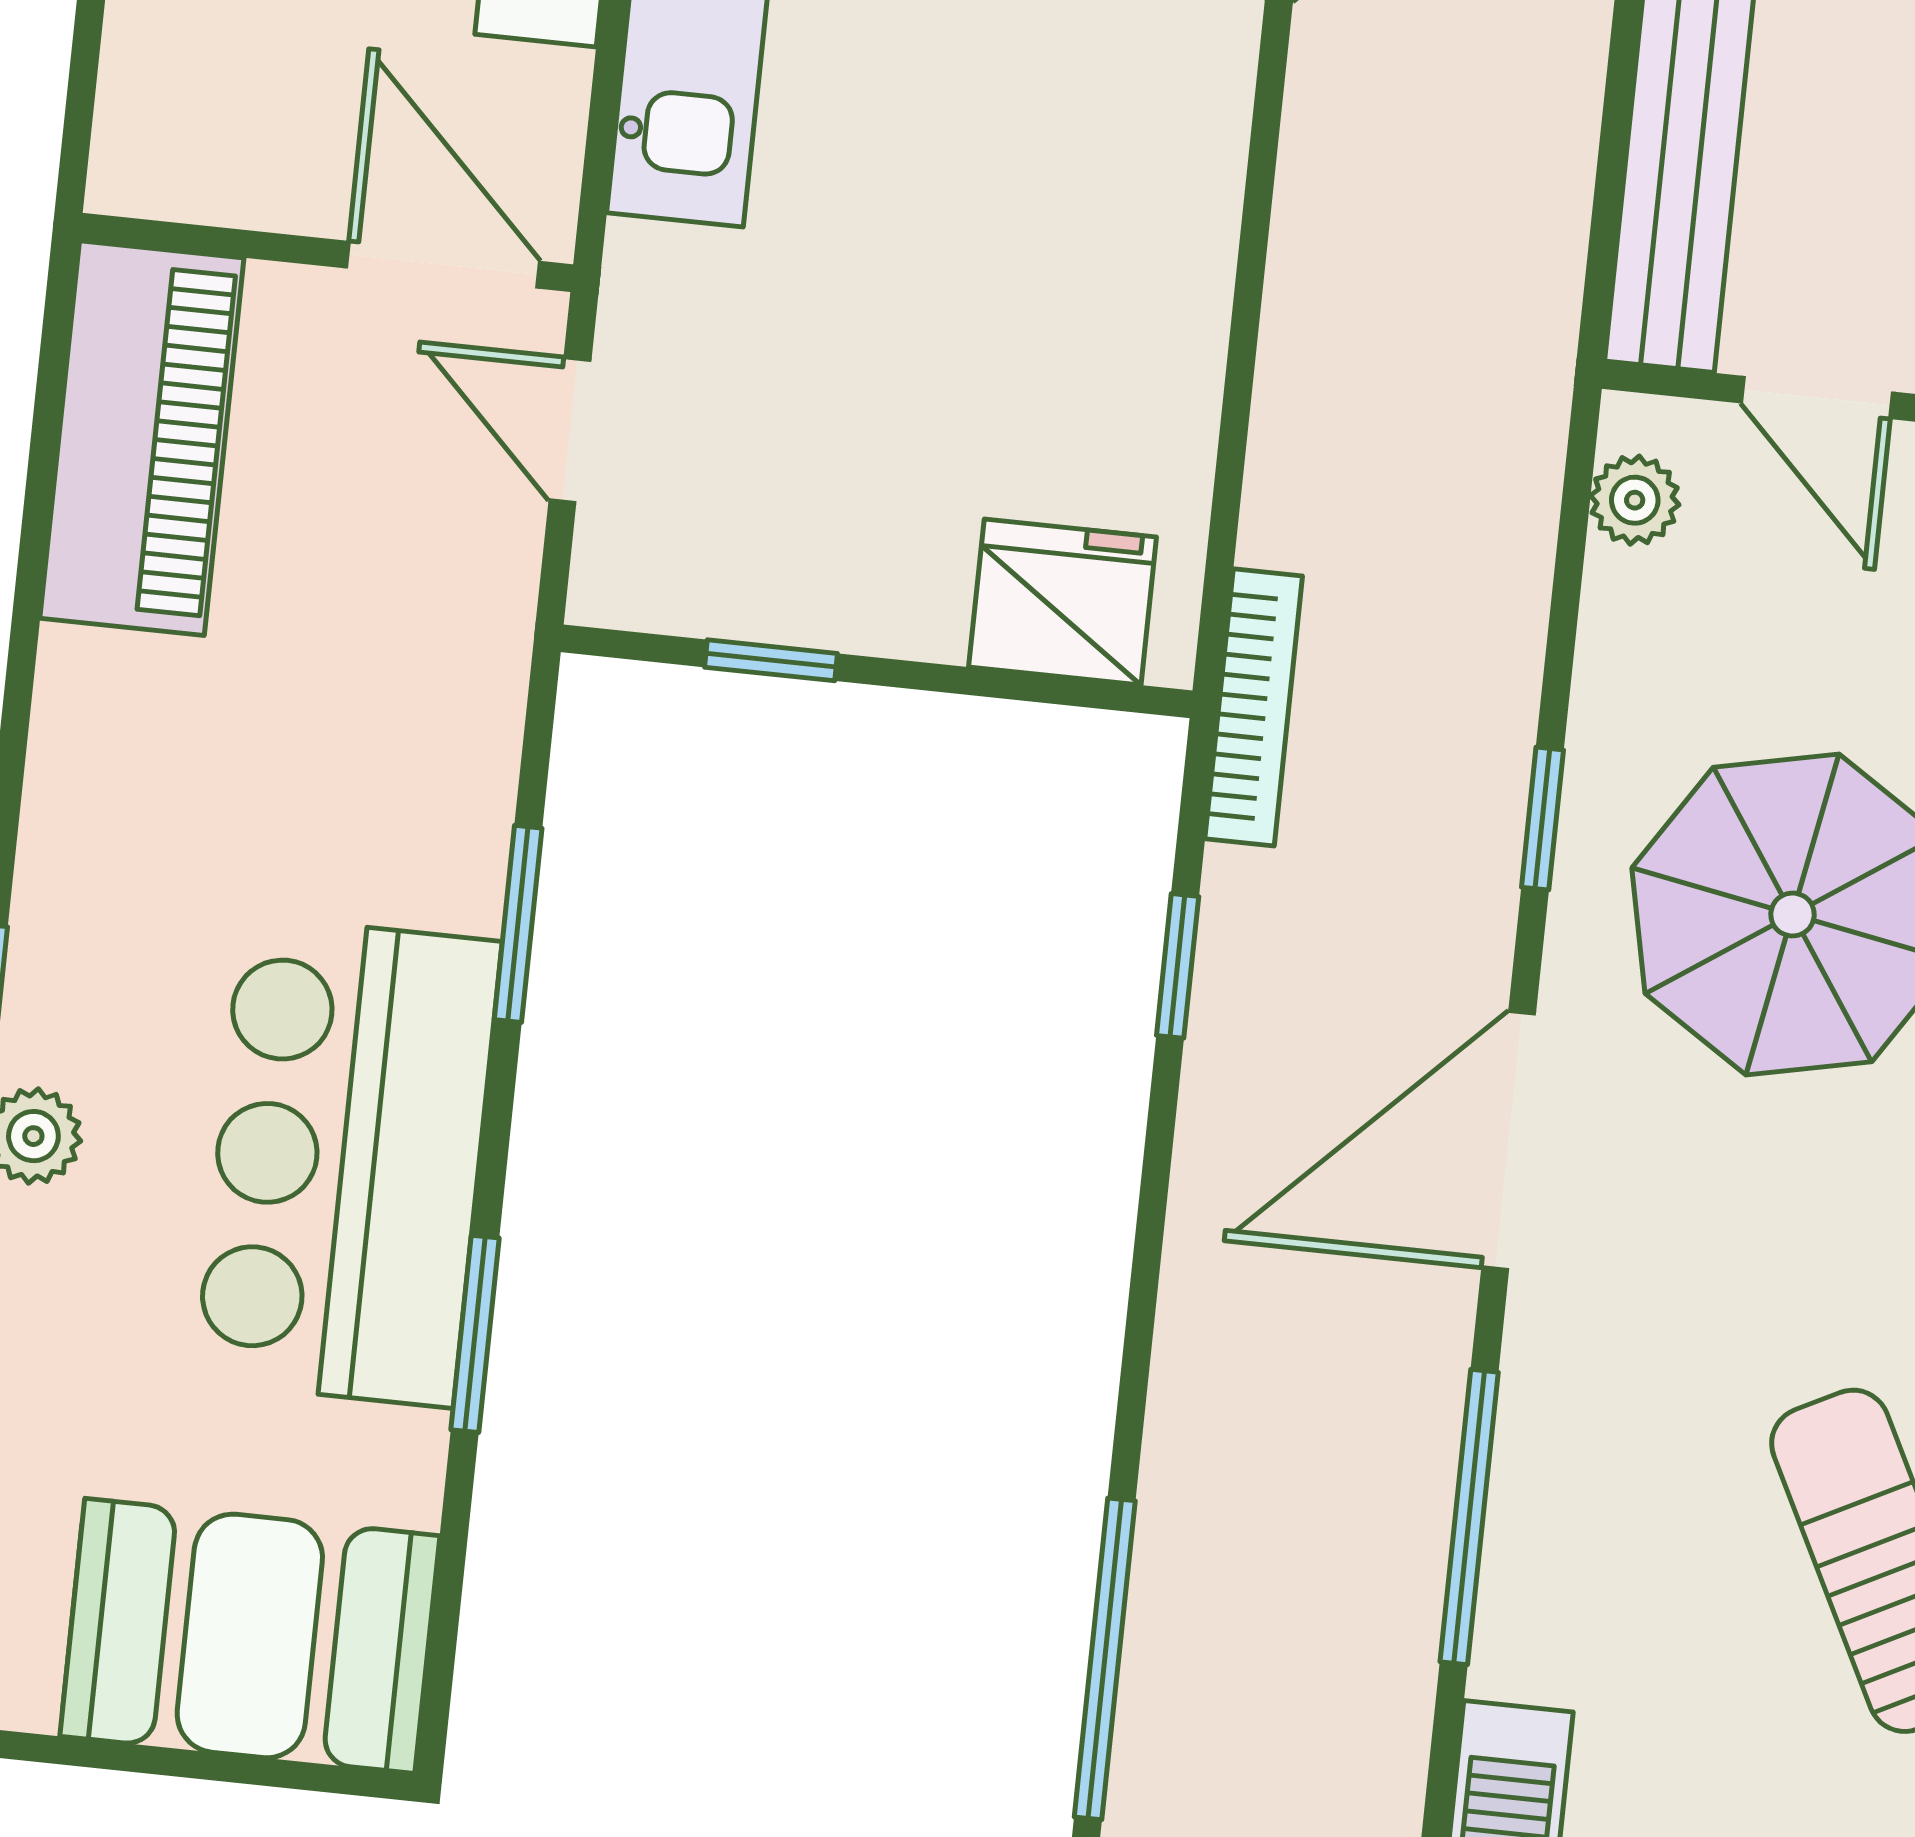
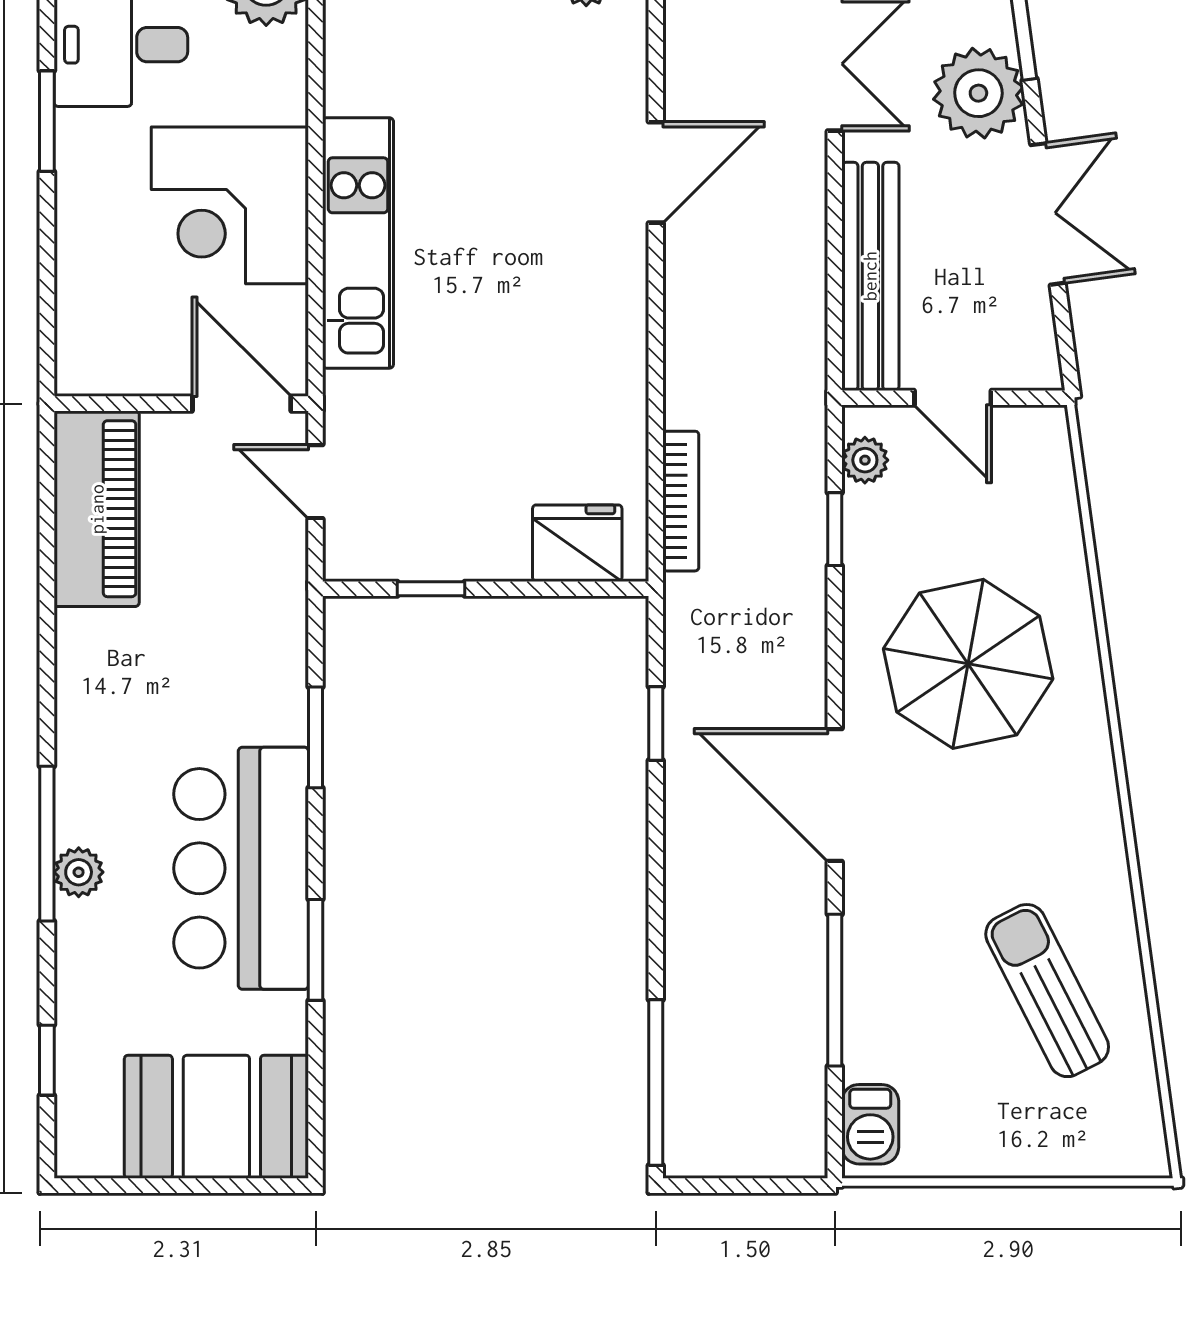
bookcase: (1254, 707) -> (681, 501), moved
window: (1542, 819) -> (835, 529), moved
door: (1509, 1141) -> (835, 795), hinge flipped

